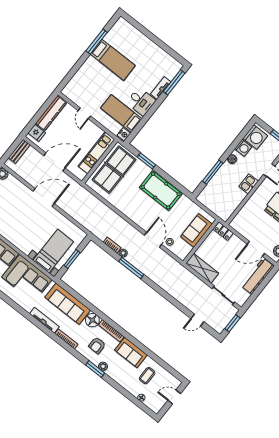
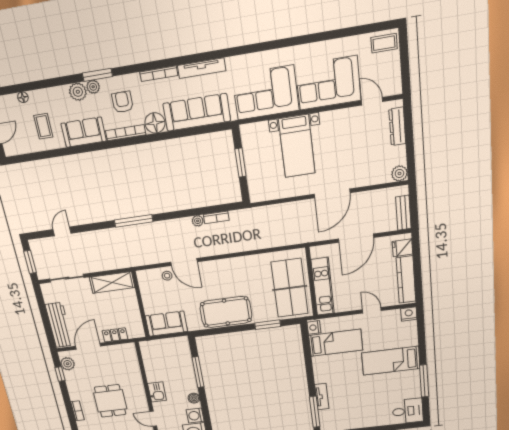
bed: (113, 60) -> (391, 361), moved
nightstand: (68, 92) -> (409, 314), added
desk: (141, 101) -> (408, 411), moved, turned 180
sofa: (196, 230) -> (166, 324), moved, turned -90
locker: (223, 231) -> (115, 335), moved
bed with nightstands: (53, 251) -> (297, 146), moved
window: (131, 268) -> (134, 221), moved
plant: (113, 372) -> (78, 92), added

